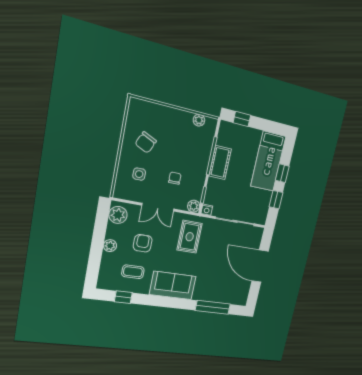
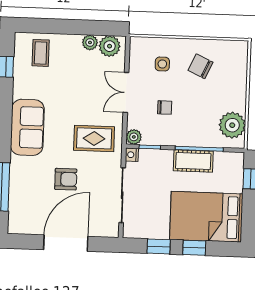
plant: (199, 120) -> (232, 125), width x1.88, depth x1.88
bed: (268, 161) -> (206, 217), width x1.50
armchair: (143, 243) -> (66, 179), moved
plant: (110, 246) -> (90, 42), moved
coffee table: (133, 272) -> (41, 53), moved

